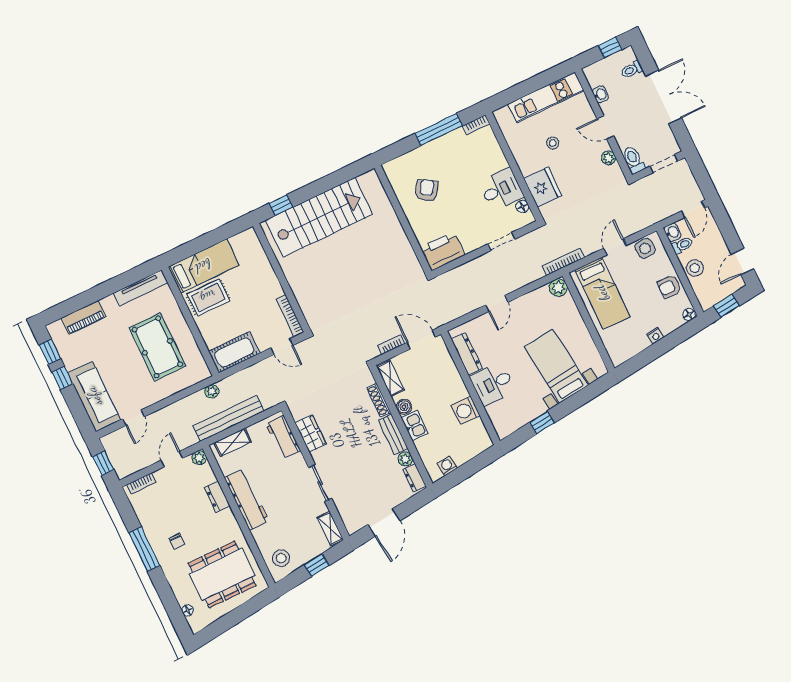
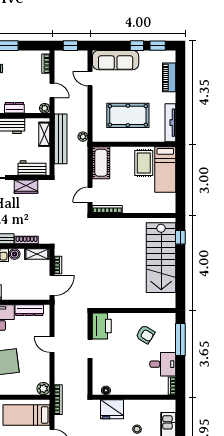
window: (438, 130) -> (180, 340), moved
desk: (501, 189) -> (163, 364), moved, turned -90
doorway: (501, 241) -> (90, 349), moved

